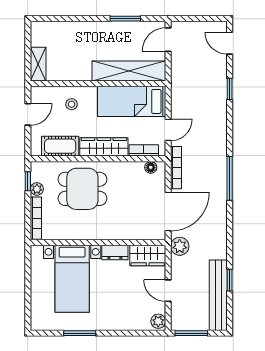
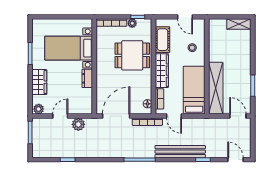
door: (230, 43) -> (235, 160), hinge flipped
shelving: (38, 64) -> (239, 24), moved
dining table: (82, 189) -> (132, 55), turned 90
door: (168, 212) -> (116, 116), swing flipped
plant: (180, 246) -> (78, 124), moved
wardrobe: (148, 255) -> (39, 82), moved, turned 180
bench: (218, 295) -> (180, 152), moved

